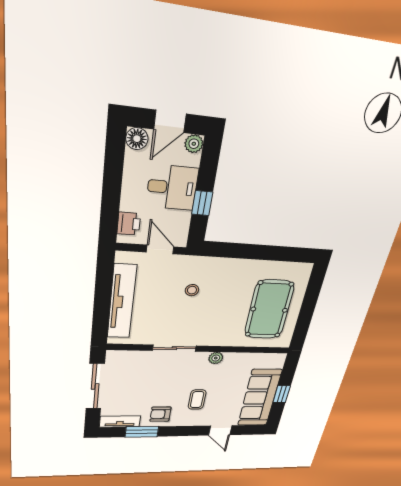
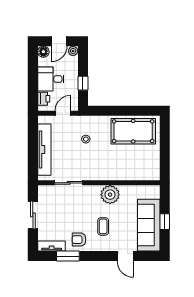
desk: (172, 188) -> (51, 79), moved, turned 180
door: (160, 249) -> (63, 113), hinge flipped
pool table: (269, 310) -> (133, 131), moved, turned 90
sliding door: (174, 348) -> (69, 183), moved
plant: (216, 358) -> (110, 195), width x1.88, depth x1.88
sliding door: (95, 386) -> (33, 215), width x0.73

